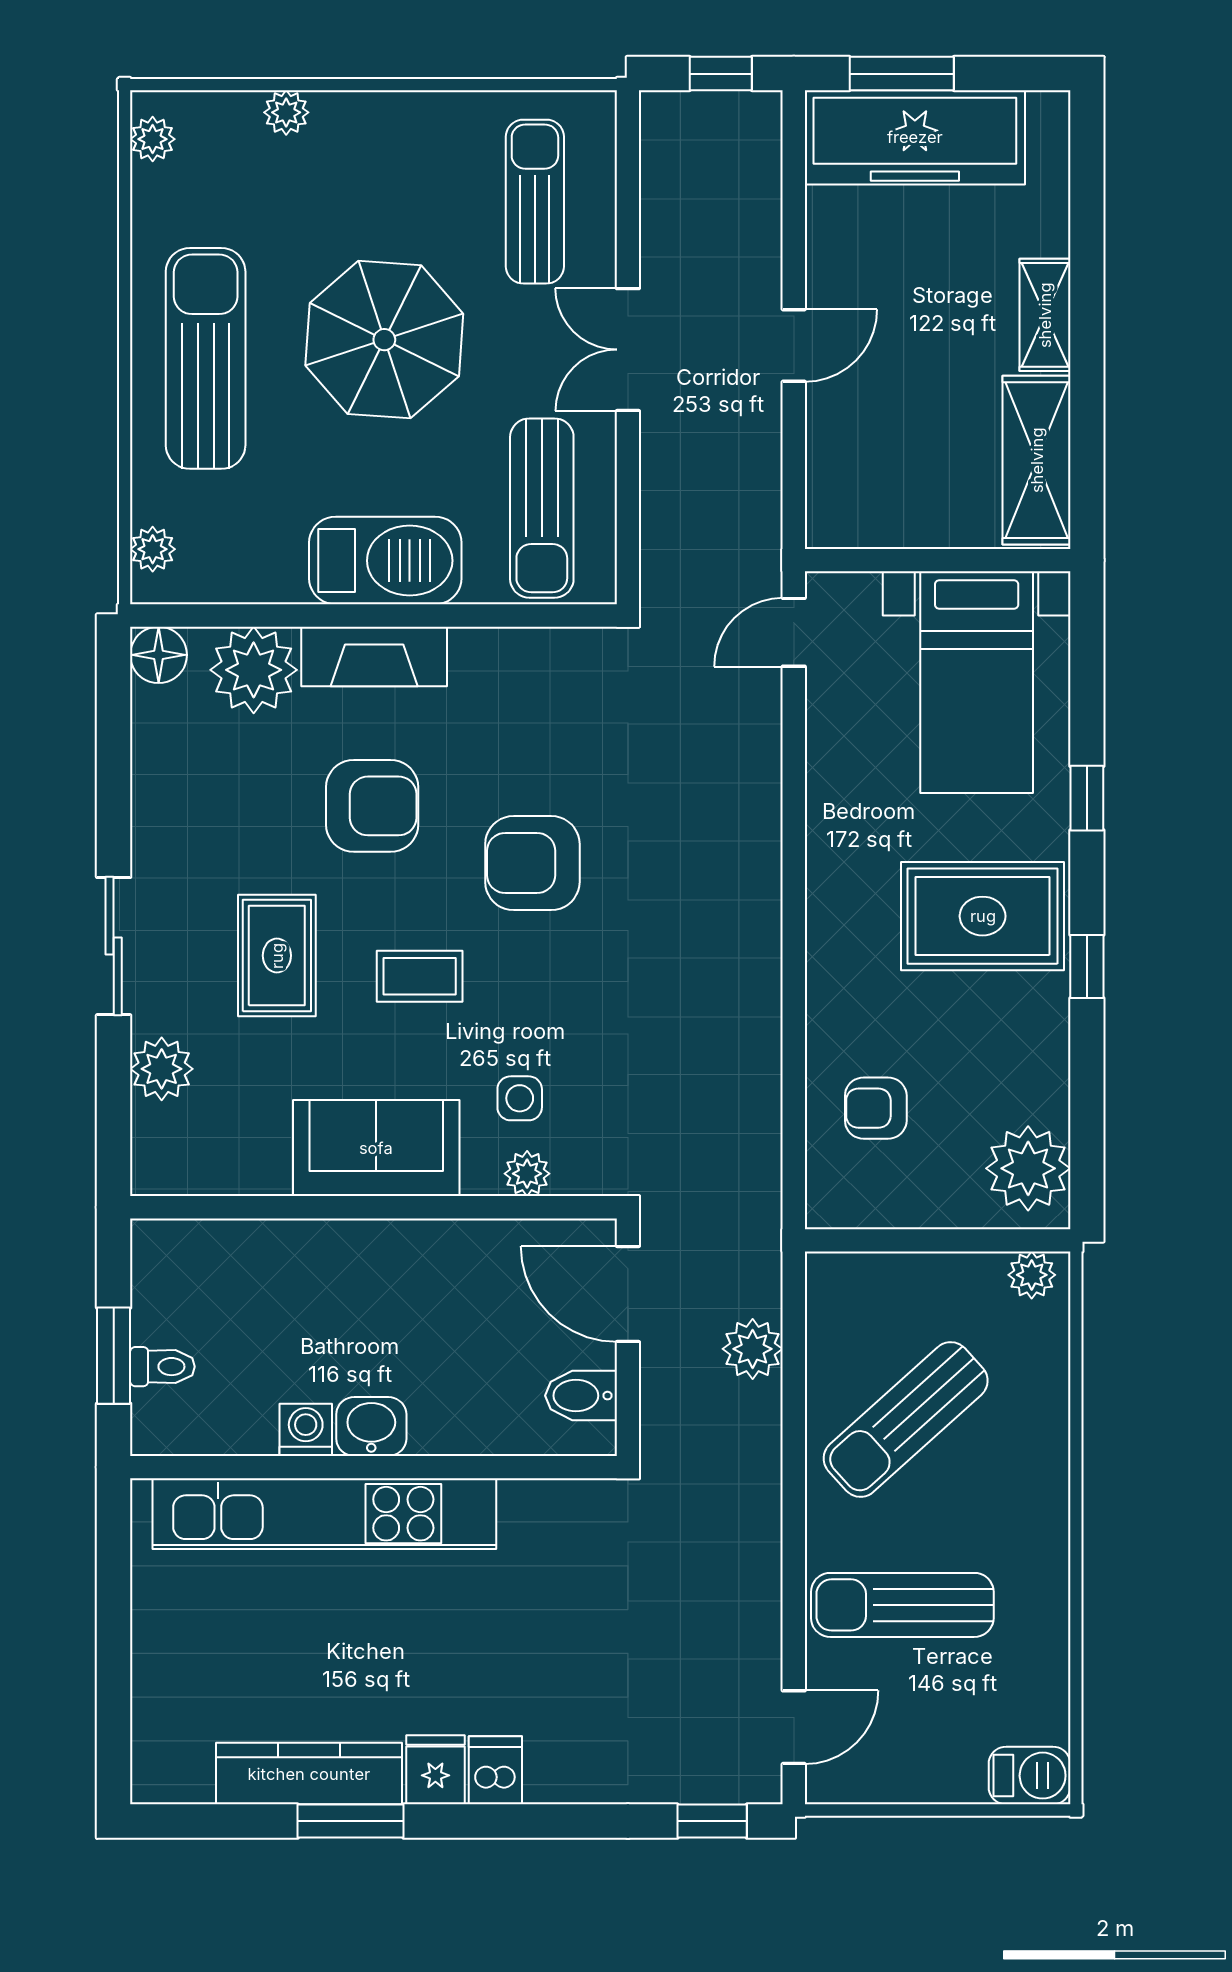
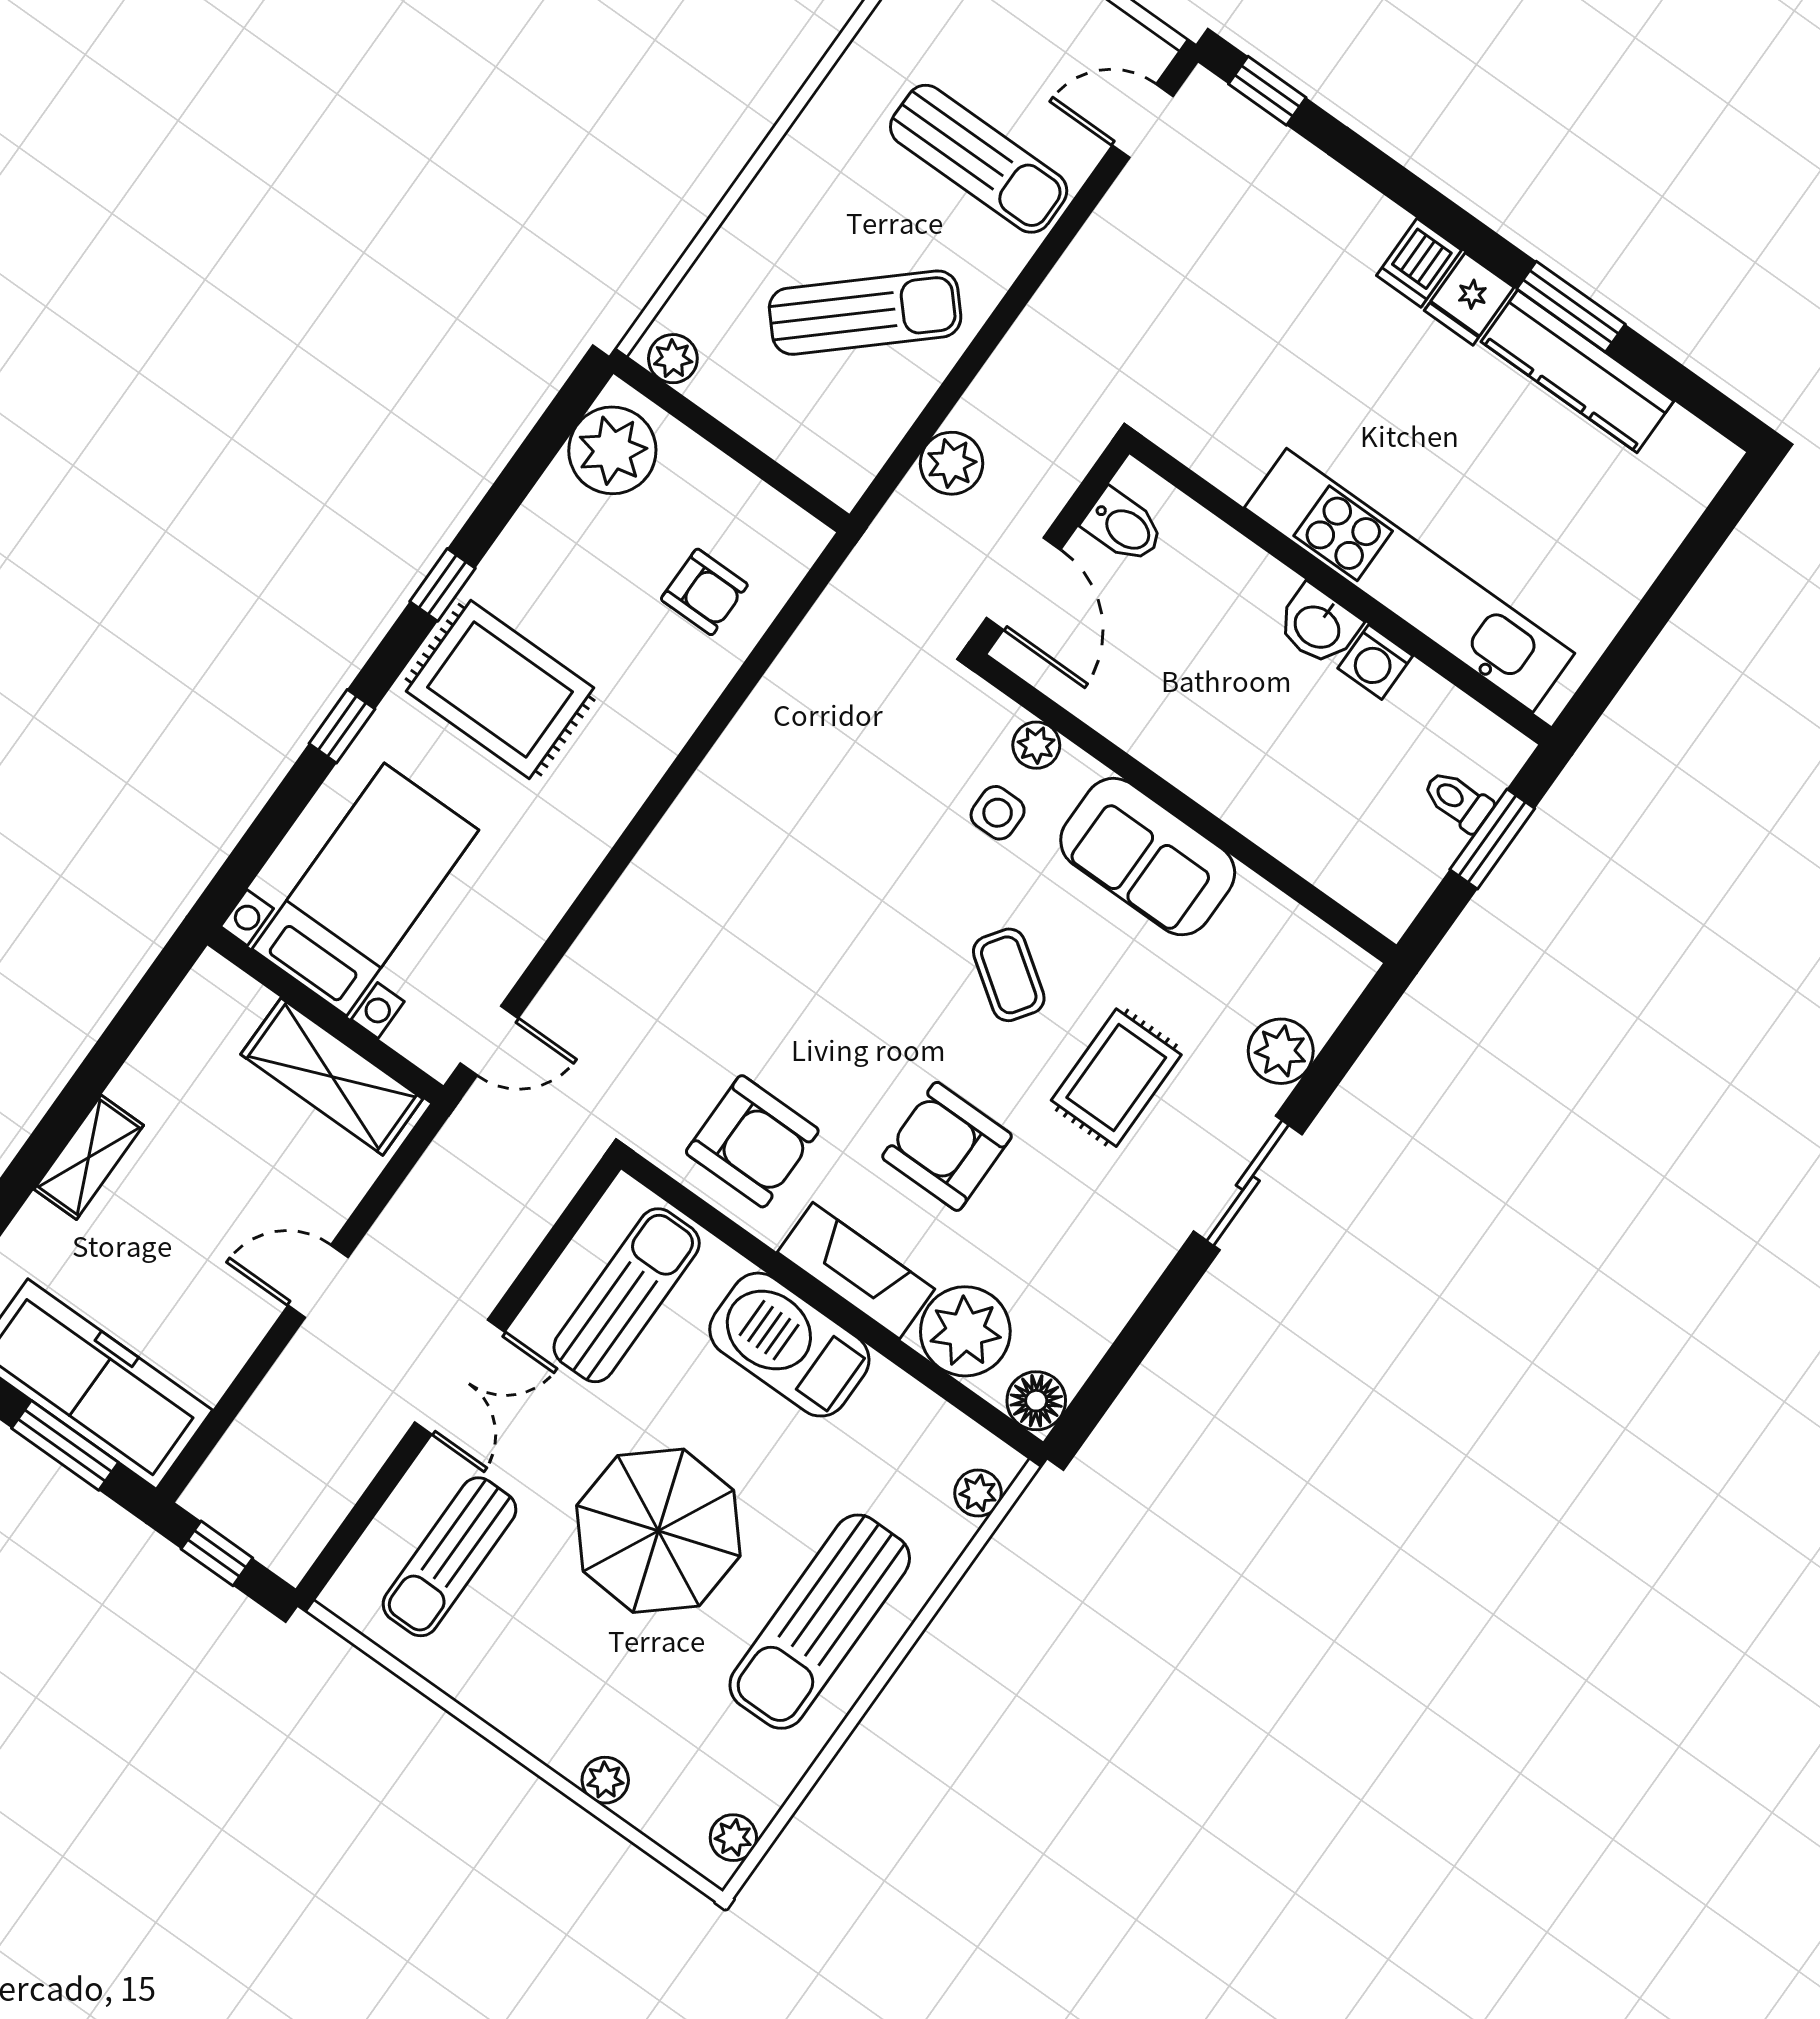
shelving: (1037, 460) -> (332, 1077), moved, turned 90
armchair: (532, 863) -> (752, 1141), moved
coffee table: (420, 976) -> (1009, 975), turned 35

